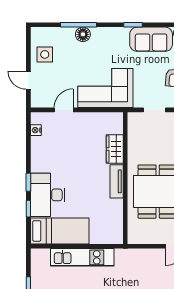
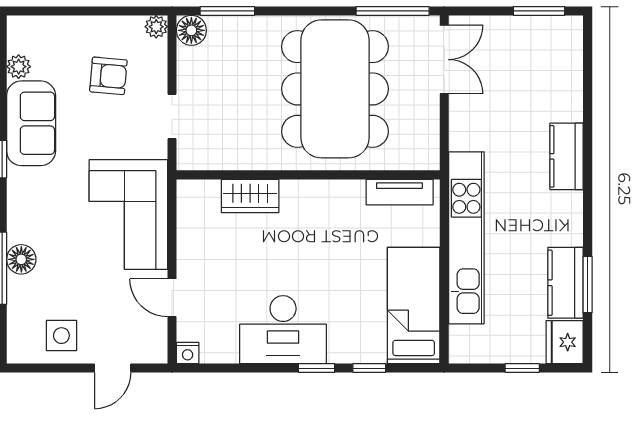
nightstand: (36, 130) -> (188, 353), moved
tv unit: (117, 181) -> (400, 192), moved
desk: (48, 195) -> (283, 330), moved
kitchen unit: (82, 257) -> (466, 238), width x1.36

